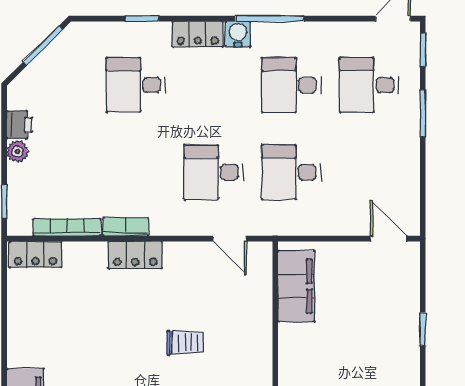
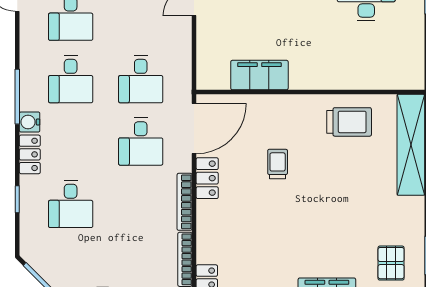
bookcase: (126, 227) -> (185, 202), width x1.56
door: (230, 239) -> (194, 129), width x1.88
locker: (135, 255) -> (207, 178), moved
filing cabinet: (296, 286) -> (259, 75), moved

